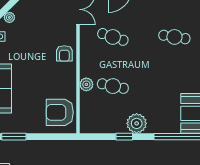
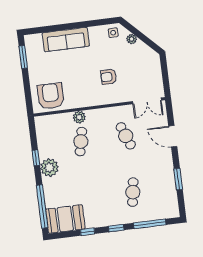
cafe table: (113, 37) -> (126, 136), turned -39
armchair: (64, 53) -> (109, 77), moved

